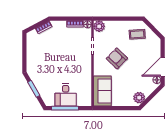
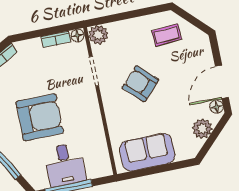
armchair: (57, 66) -> (40, 117), added
sofa: (102, 91) -> (147, 152), moved, turned -90
plant: (139, 98) -> (202, 129), moved

